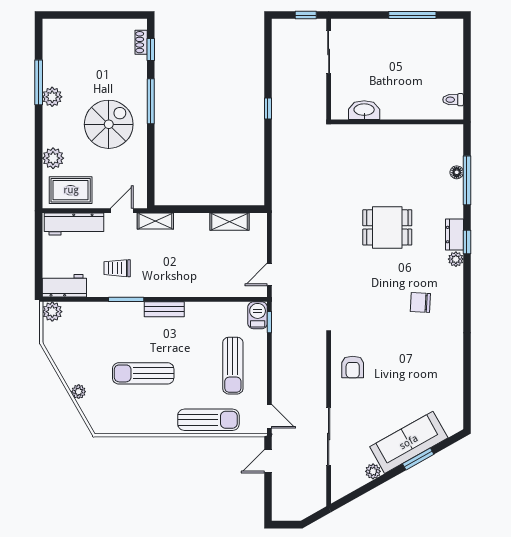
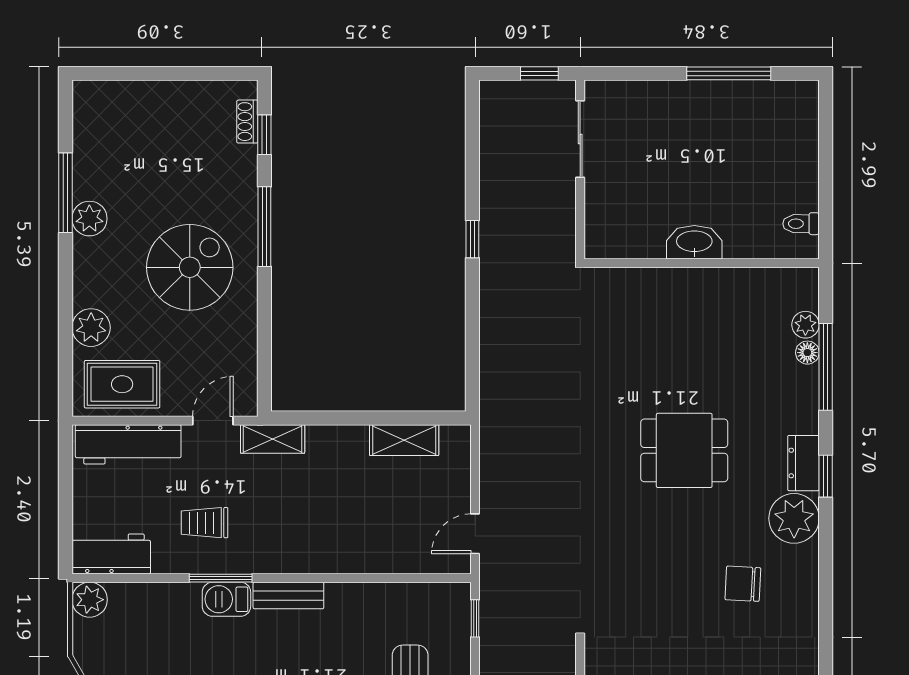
washbasin: (364, 110) -> (694, 242), moved
plant: (456, 157) -> (805, 325), added
plant: (456, 259) -> (794, 518), width x1.88, depth x1.88
barbecue: (258, 315) -> (226, 599), moved, turned -90

